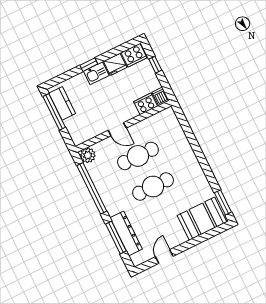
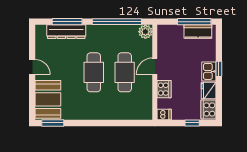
cooker: (146, 104) -> (164, 89), moved
door: (164, 257) -> (32, 67), moved

